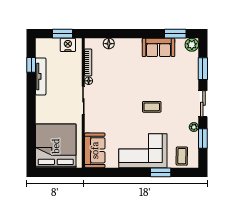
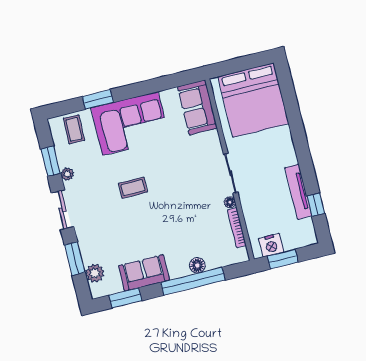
window: (127, 34) -> (193, 281), added
floor lamp: (109, 44) -> (197, 265), moved
plant: (192, 45) -> (95, 273), moved

